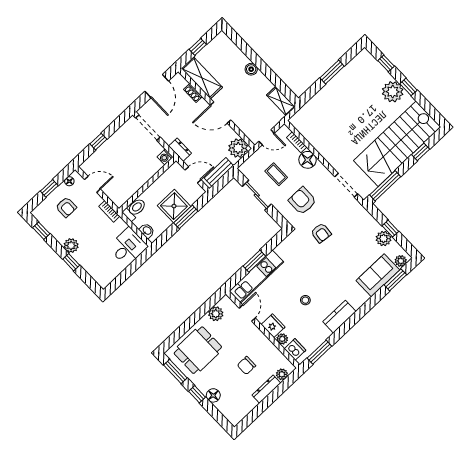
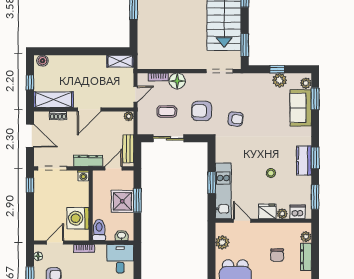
boiler: (251, 69) -> (42, 61), moved
window: (98, 142) -> (30, 185), moved
plant: (238, 148) -> (129, 116), width x0.53, depth x0.53
dresser: (180, 150) -> (88, 161), width x1.44
washing machine: (128, 184) -> (78, 218), added
window: (385, 186) -> (245, 45), width x0.69
window: (350, 323) -> (315, 158), added

